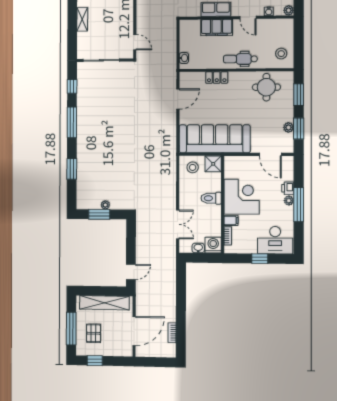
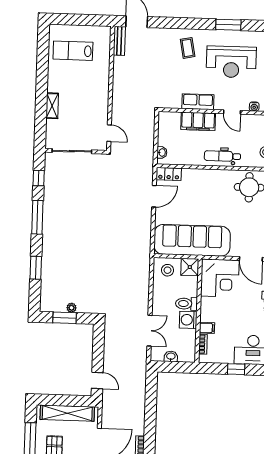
locker: (217, 78) -> (169, 174), moved
corner desk: (242, 197) -> (220, 278), moved, turned 90
washing machine: (213, 245) -> (188, 320), moved, turned -90
door: (131, 272) -> (97, 380), hinge flipped

